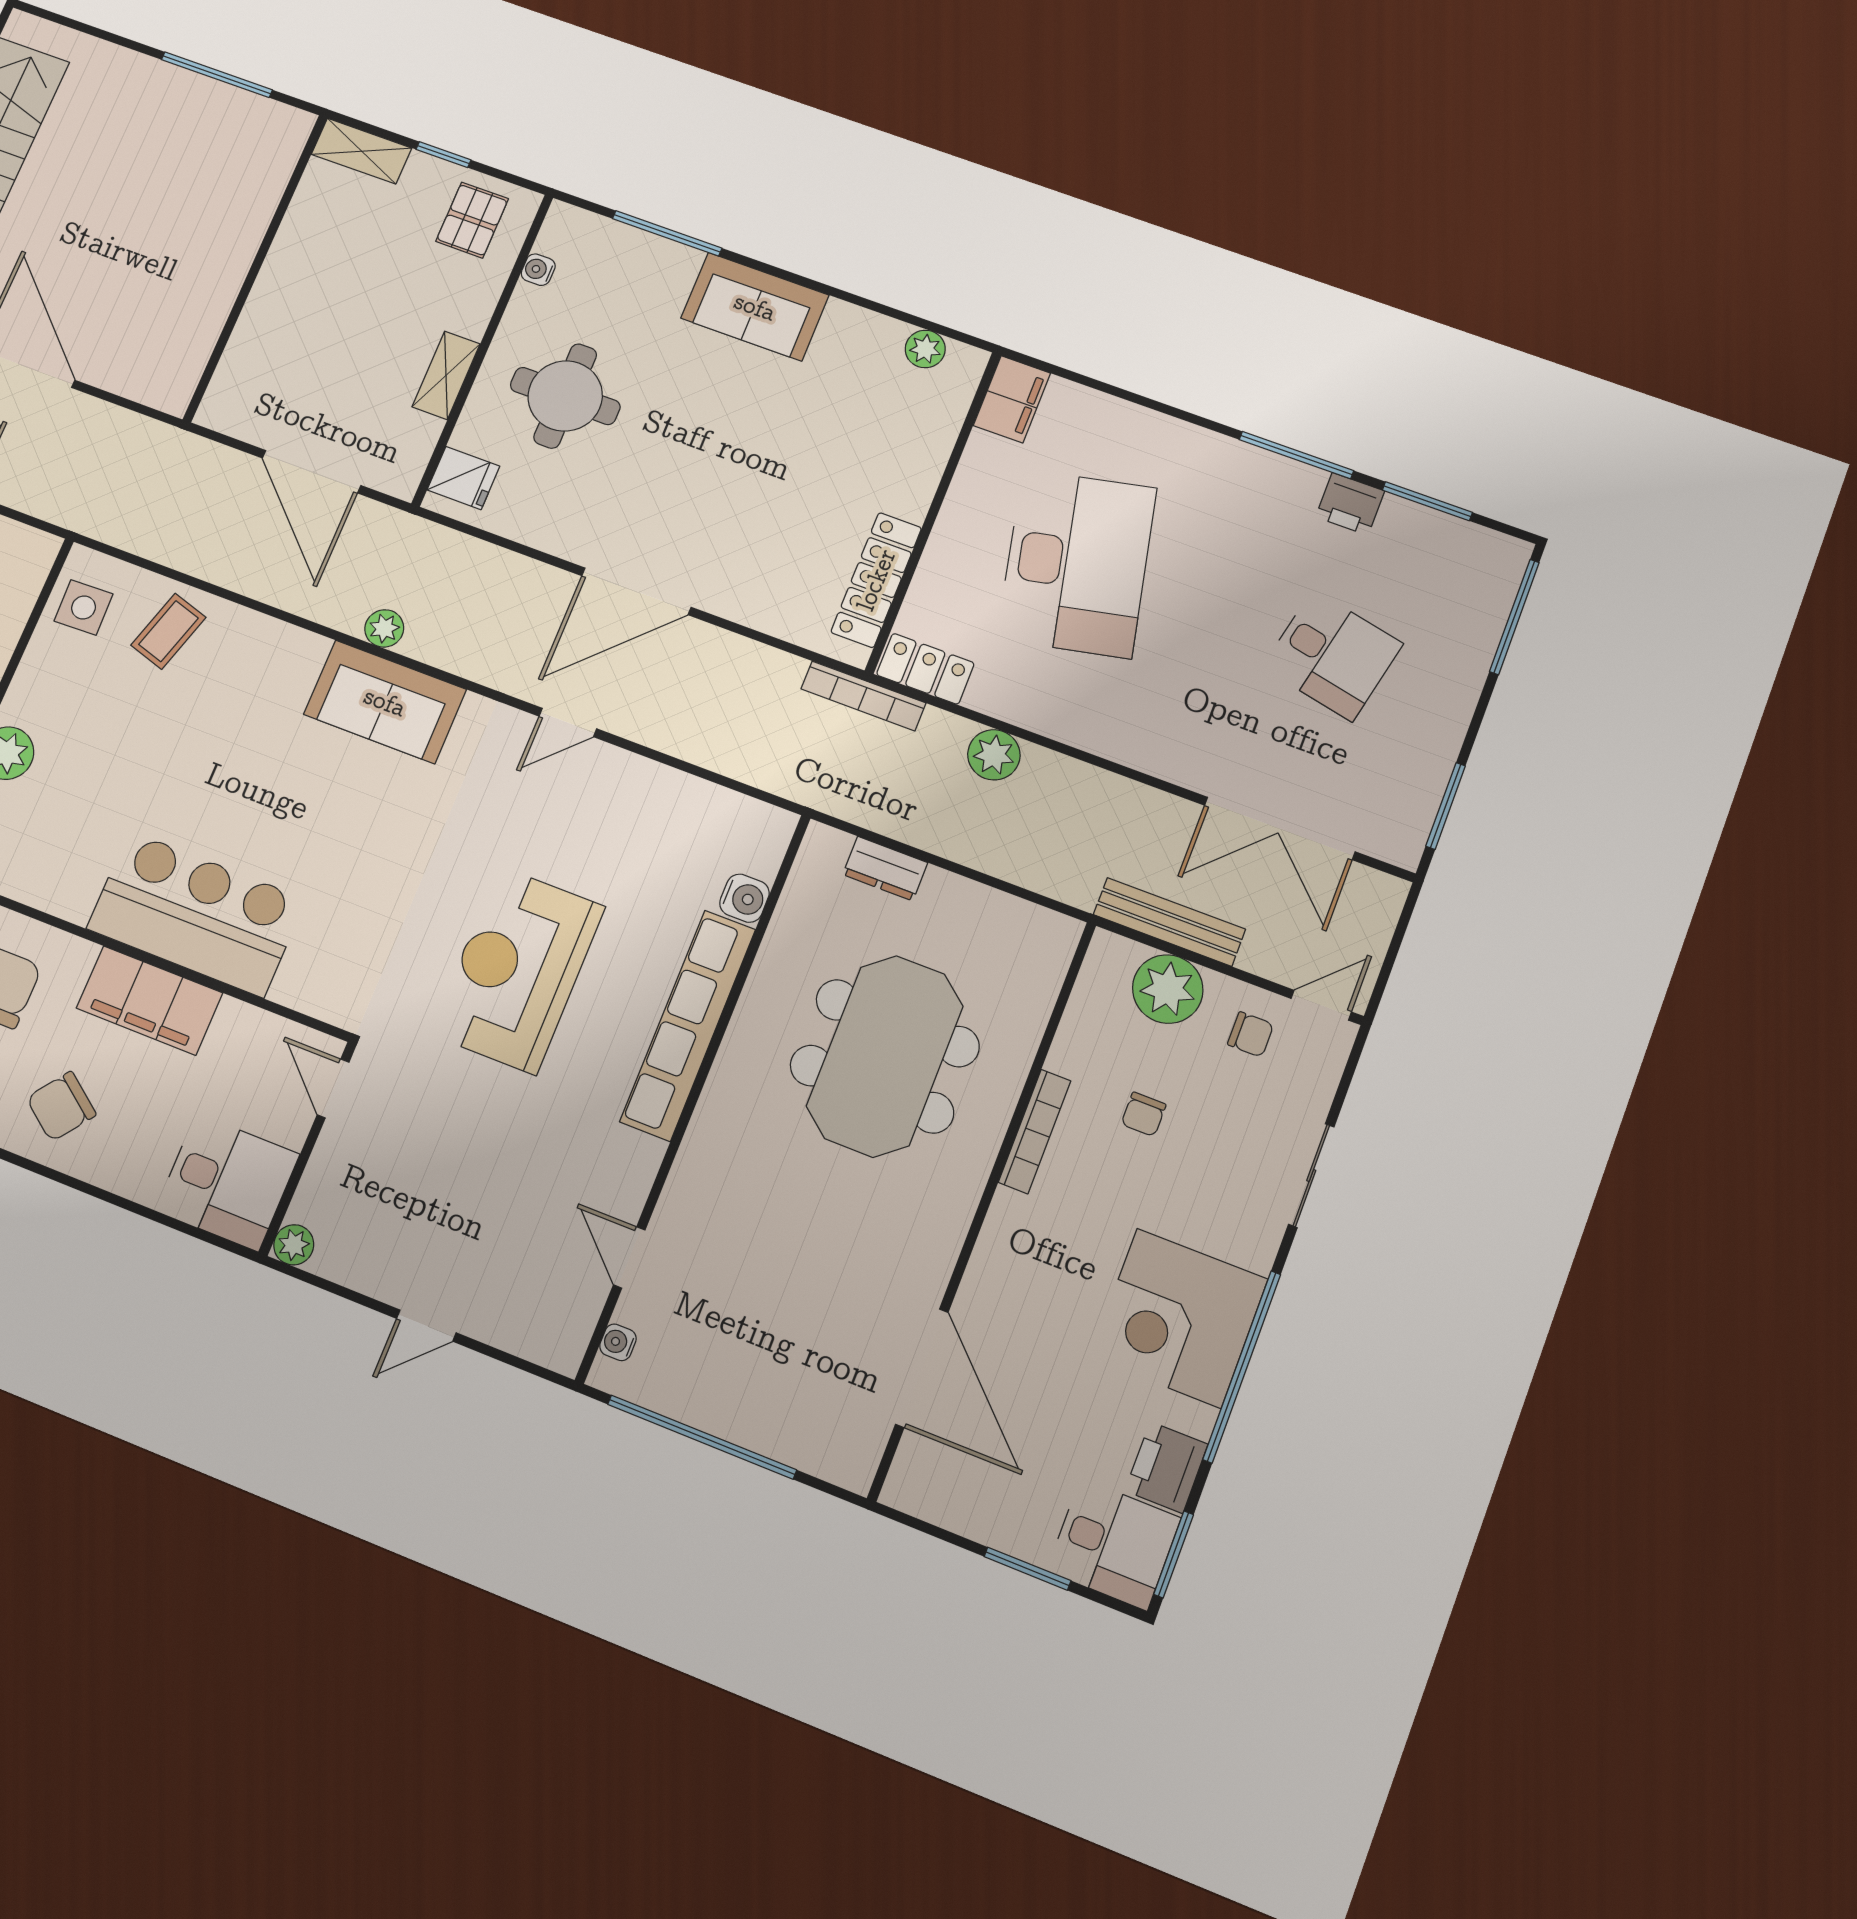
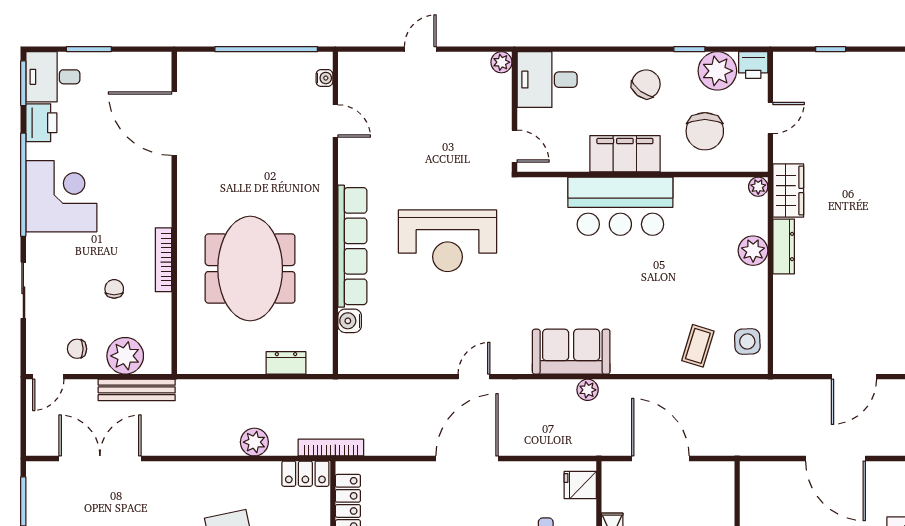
reception desk: (518, 970) -> (448, 241), turned 90

